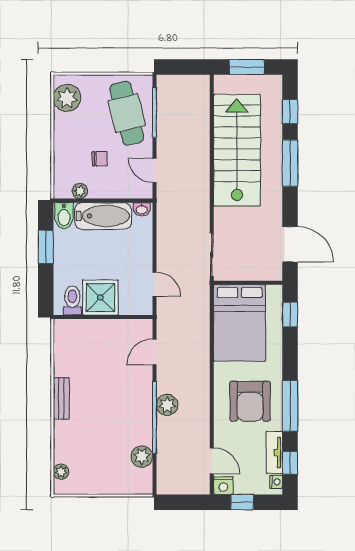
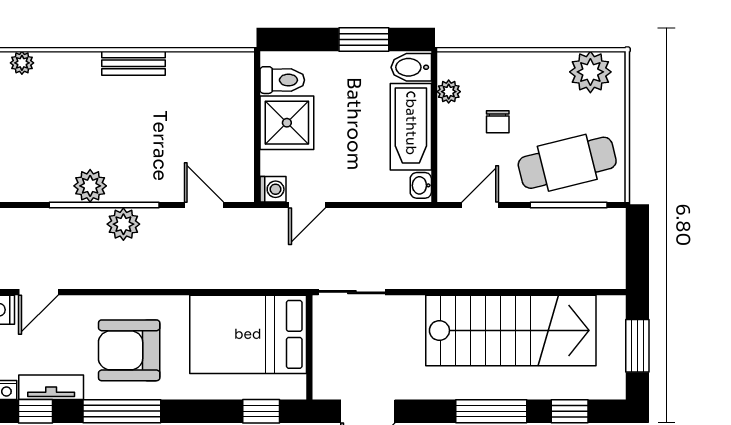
washing machine: (144, 307) -> (273, 189), added
plant: (142, 456) -> (90, 186), moved

